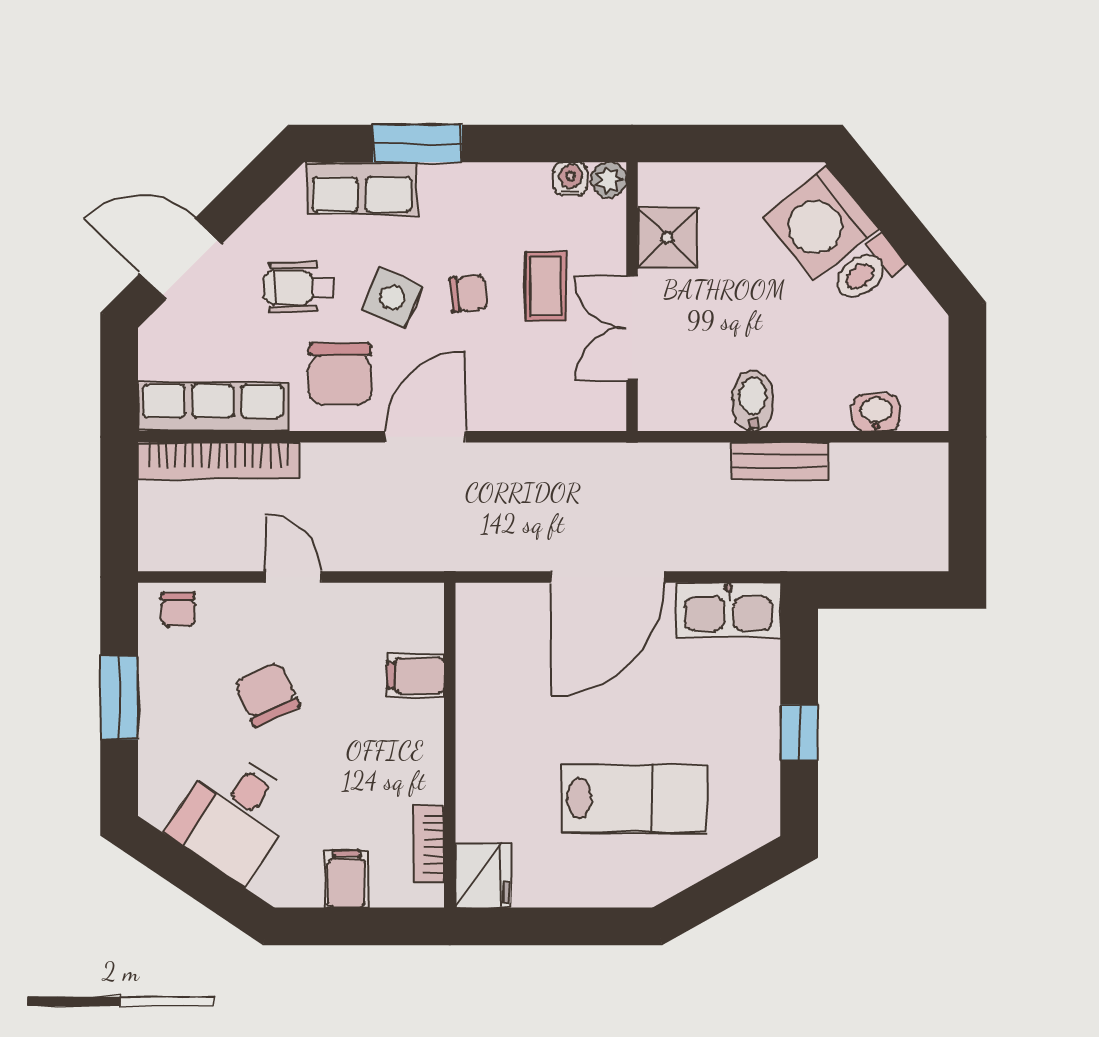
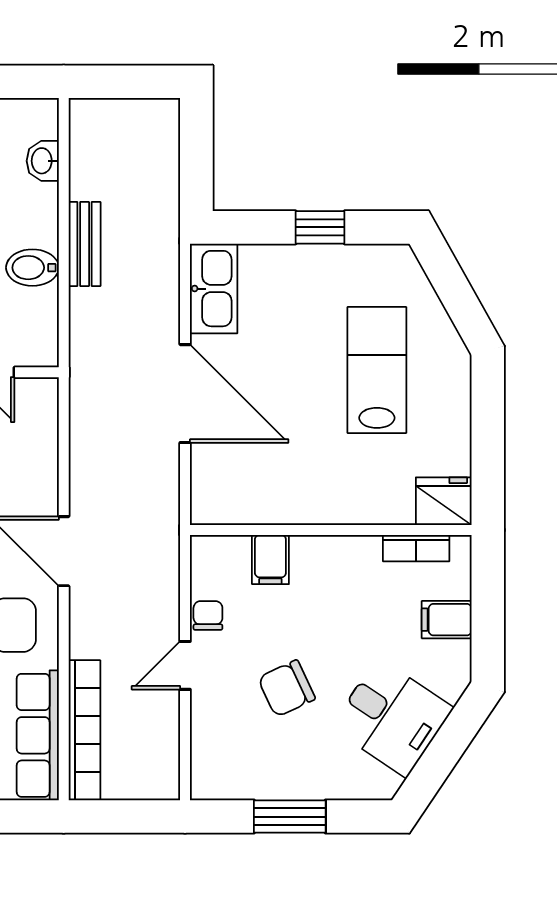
chair: (178, 609) -> (208, 616), moved, turned -90

